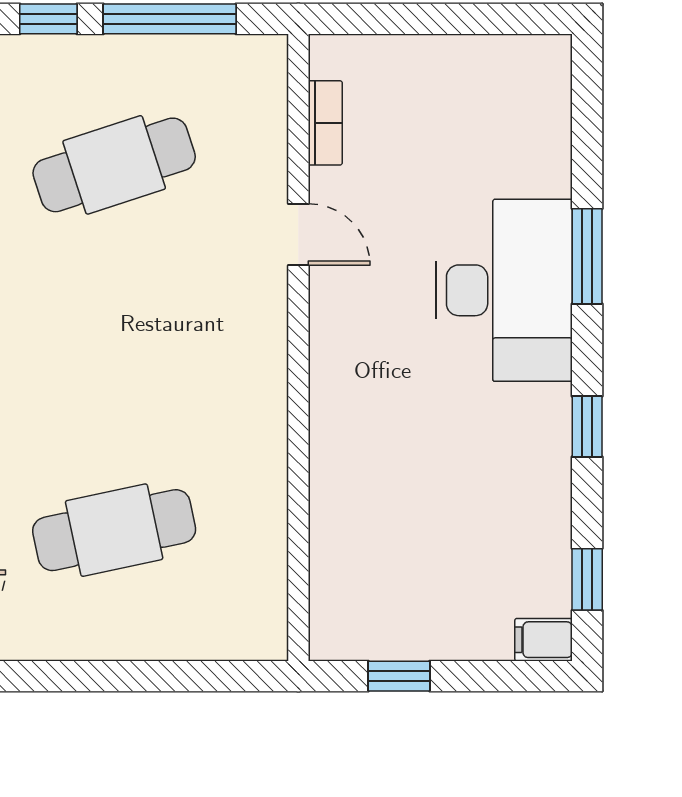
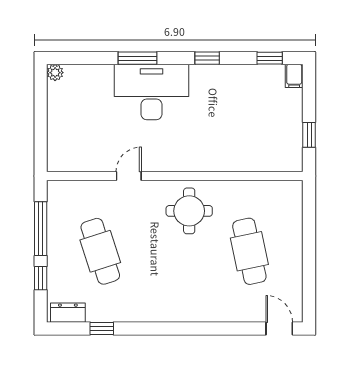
plant: (552, 54) -> (55, 73), added
bookcase: (325, 123) -> (83, 165), removed
round table: (213, 383) -> (189, 211), added

